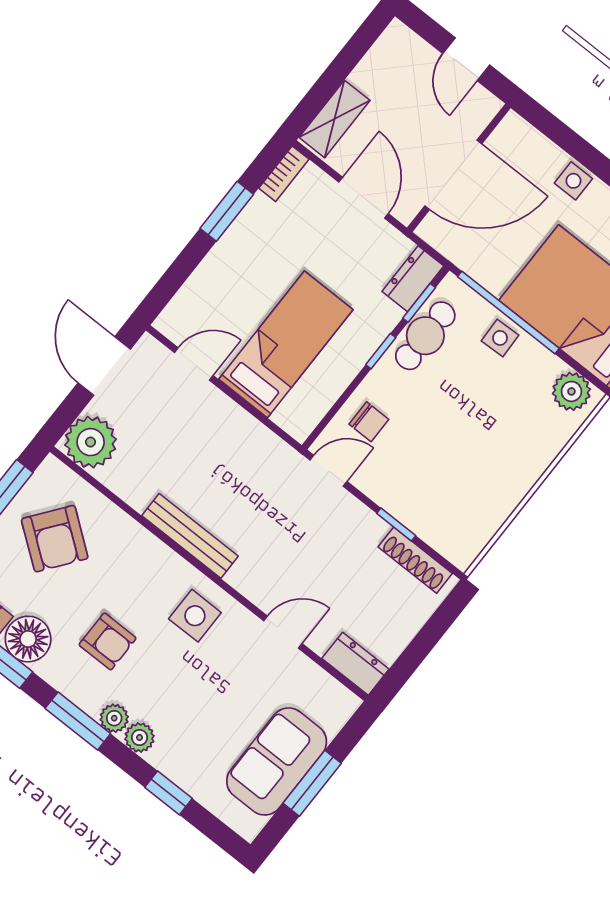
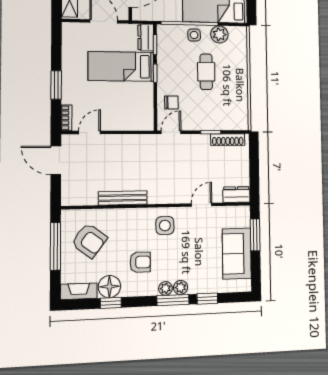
bookcase: (284, 174) -> (66, 118), moved
window: (227, 211) -> (56, 85), moved
cafe table: (425, 336) -> (206, 72), moved
bed: (286, 344) -> (121, 66), moved, turned -90
plant: (571, 391) -> (219, 34), moved
plant: (91, 442) -> (74, 193), removed
bench: (190, 536) -> (123, 198), moved
window: (78, 721) -> (173, 300), moved
window: (312, 783) -> (255, 235), moved

